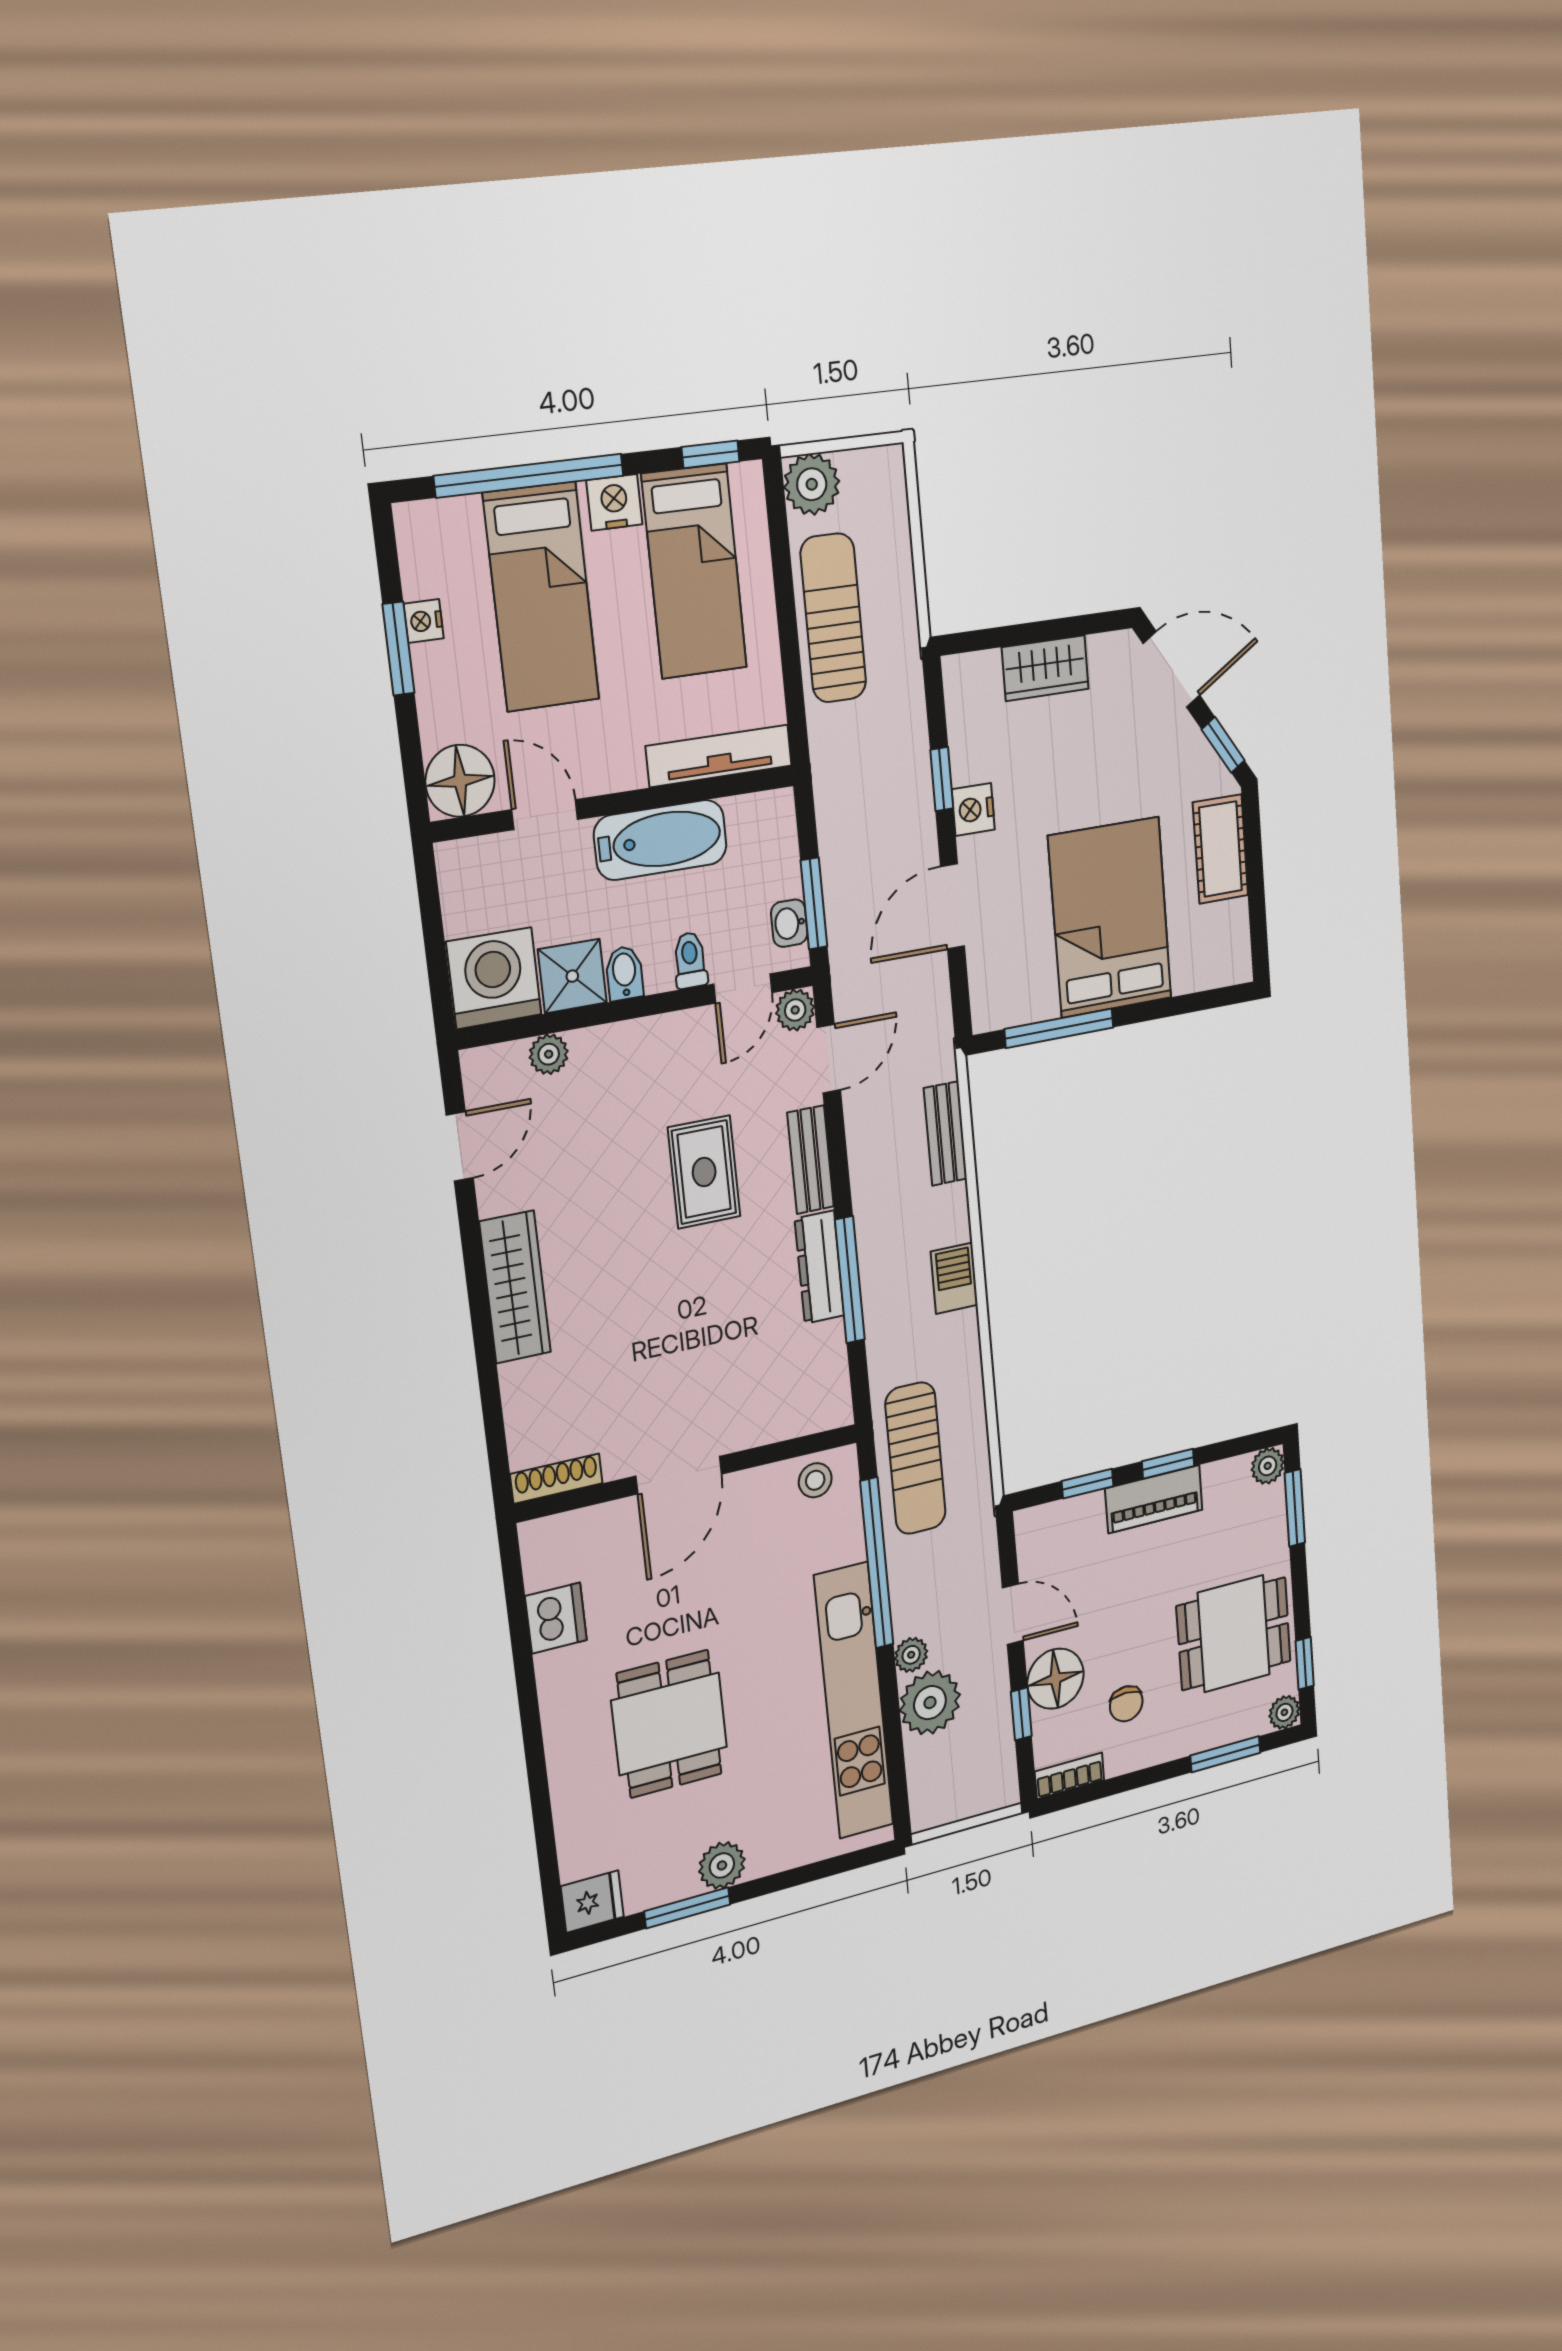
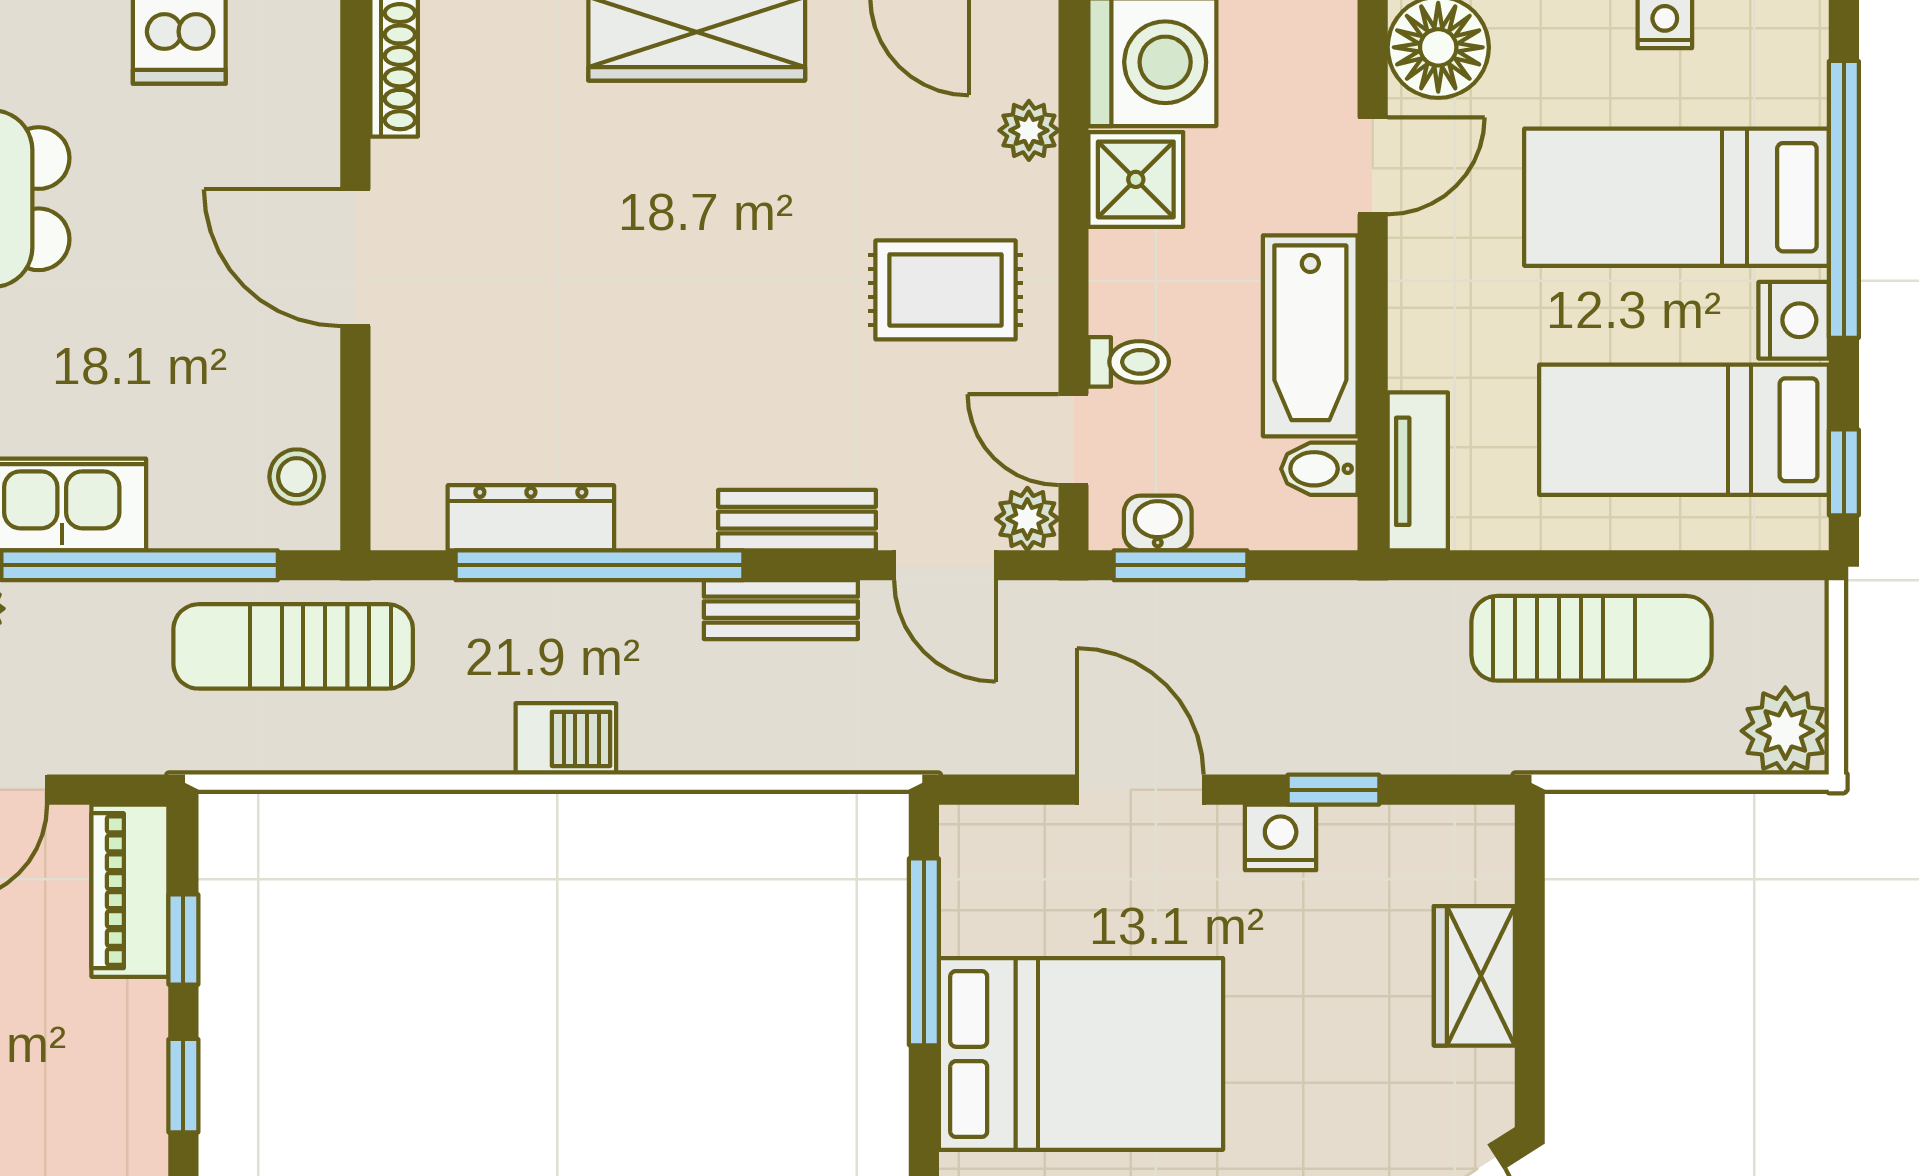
plant: (812, 484) -> (1785, 731), moved
tv unit: (719, 756) -> (1418, 471), width x0.71
bidet: (624, 973) -> (1319, 469), moved, turned 180
bench: (945, 1134) -> (781, 610), moved
rug: (704, 1172) -> (946, 290), moved
dresser: (819, 1267) -> (531, 518), moved
window: (850, 1280) -> (599, 565), width x1.46
piano: (1154, 1499) -> (130, 891), moved

